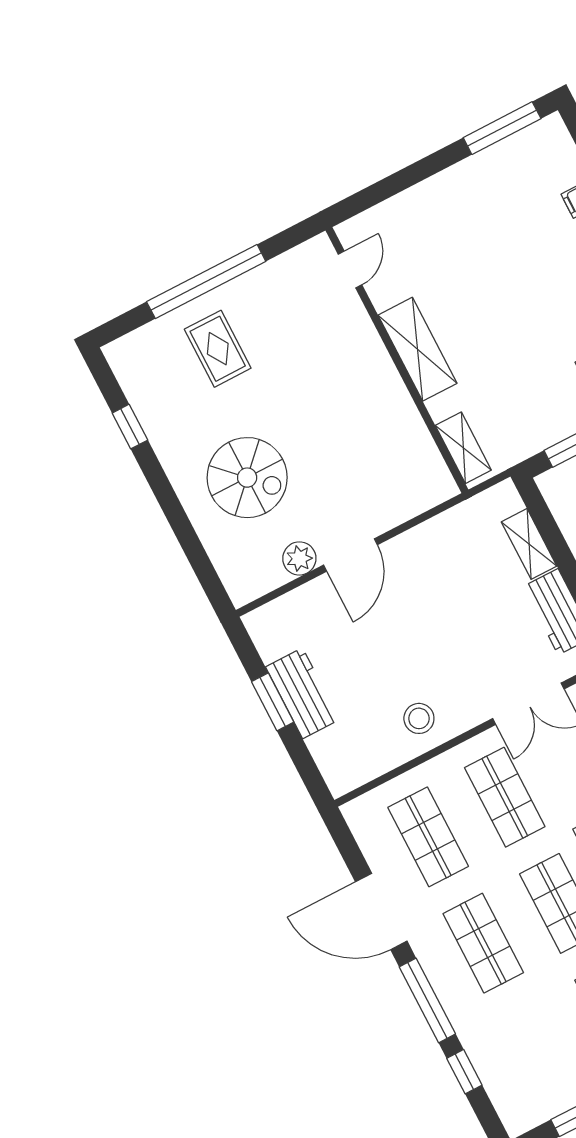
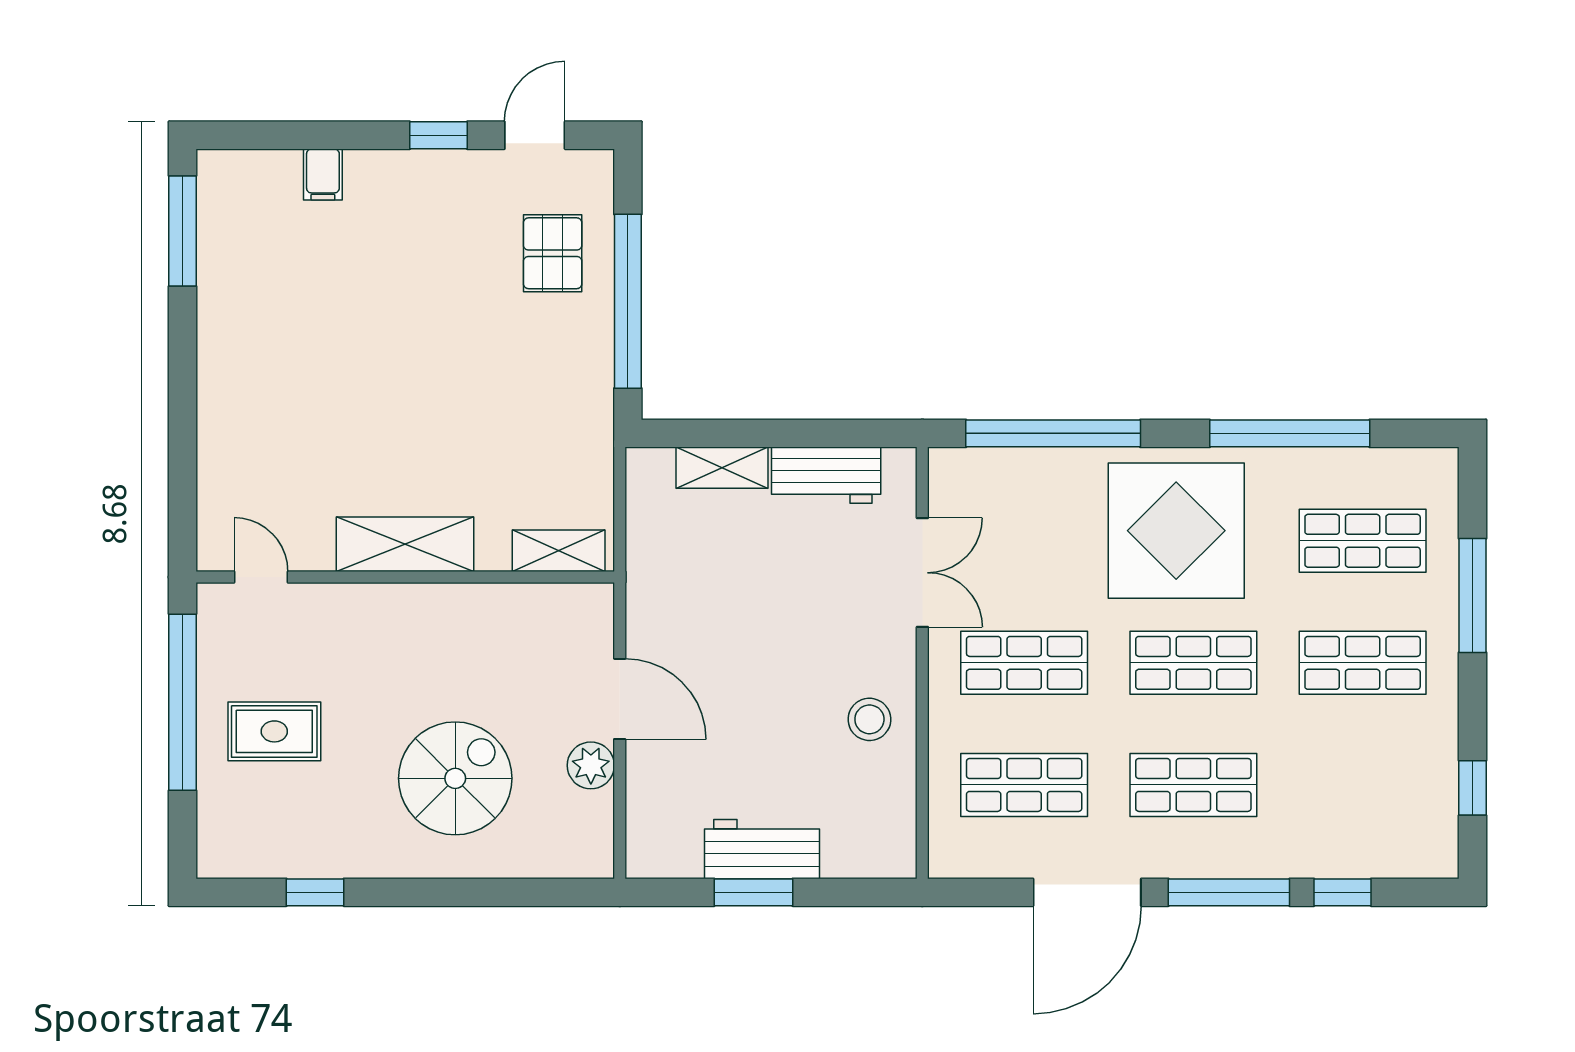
door: (350, 270) -> (261, 577), moved
shelving: (417, 349) -> (405, 544), moved
wall: (397, 360) -> (405, 577), moved
shelving: (463, 448) -> (559, 551), moved

